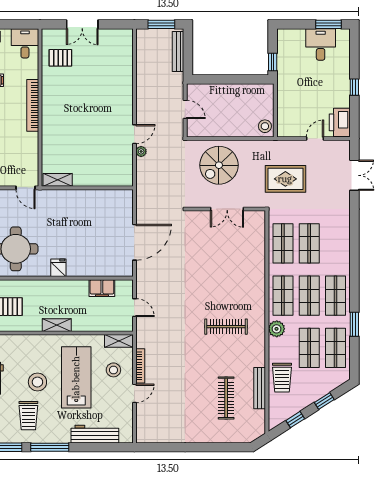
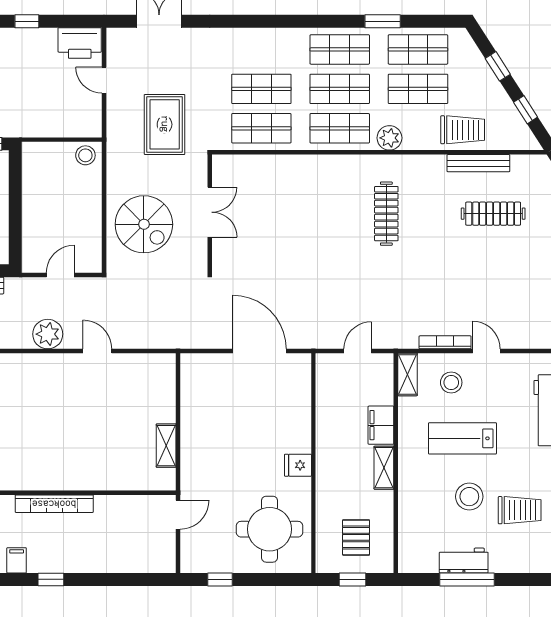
plant: (141, 151) -> (48, 334), moved, width x1.88, depth x1.88
shelving: (58, 180) -> (166, 446), moved
filing cabinet: (102, 288) -> (381, 425), moved, turned 180
lab bench: (76, 377) -> (462, 438), width x0.73, depth x0.72

